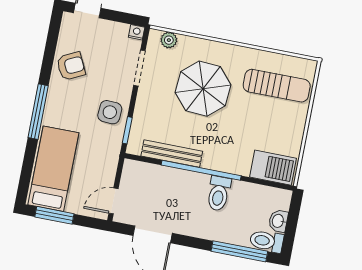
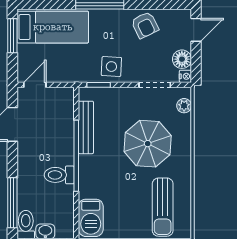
floor lamp: (117, 32) -> (182, 59), added
door: (114, 201) -> (35, 85), hinge flipped

